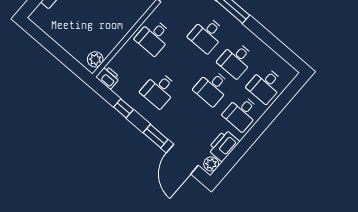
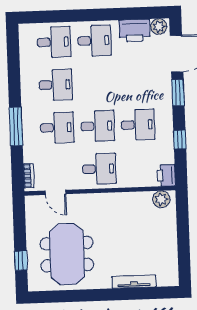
desk: (212, 87) -> (98, 126), moved

